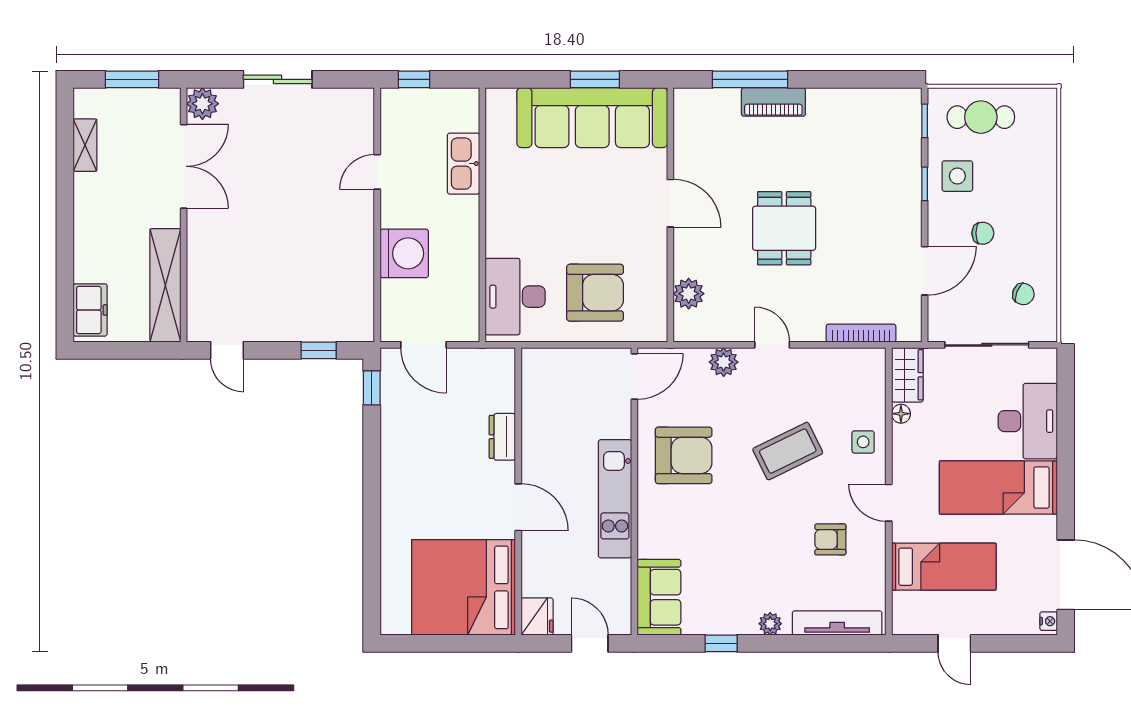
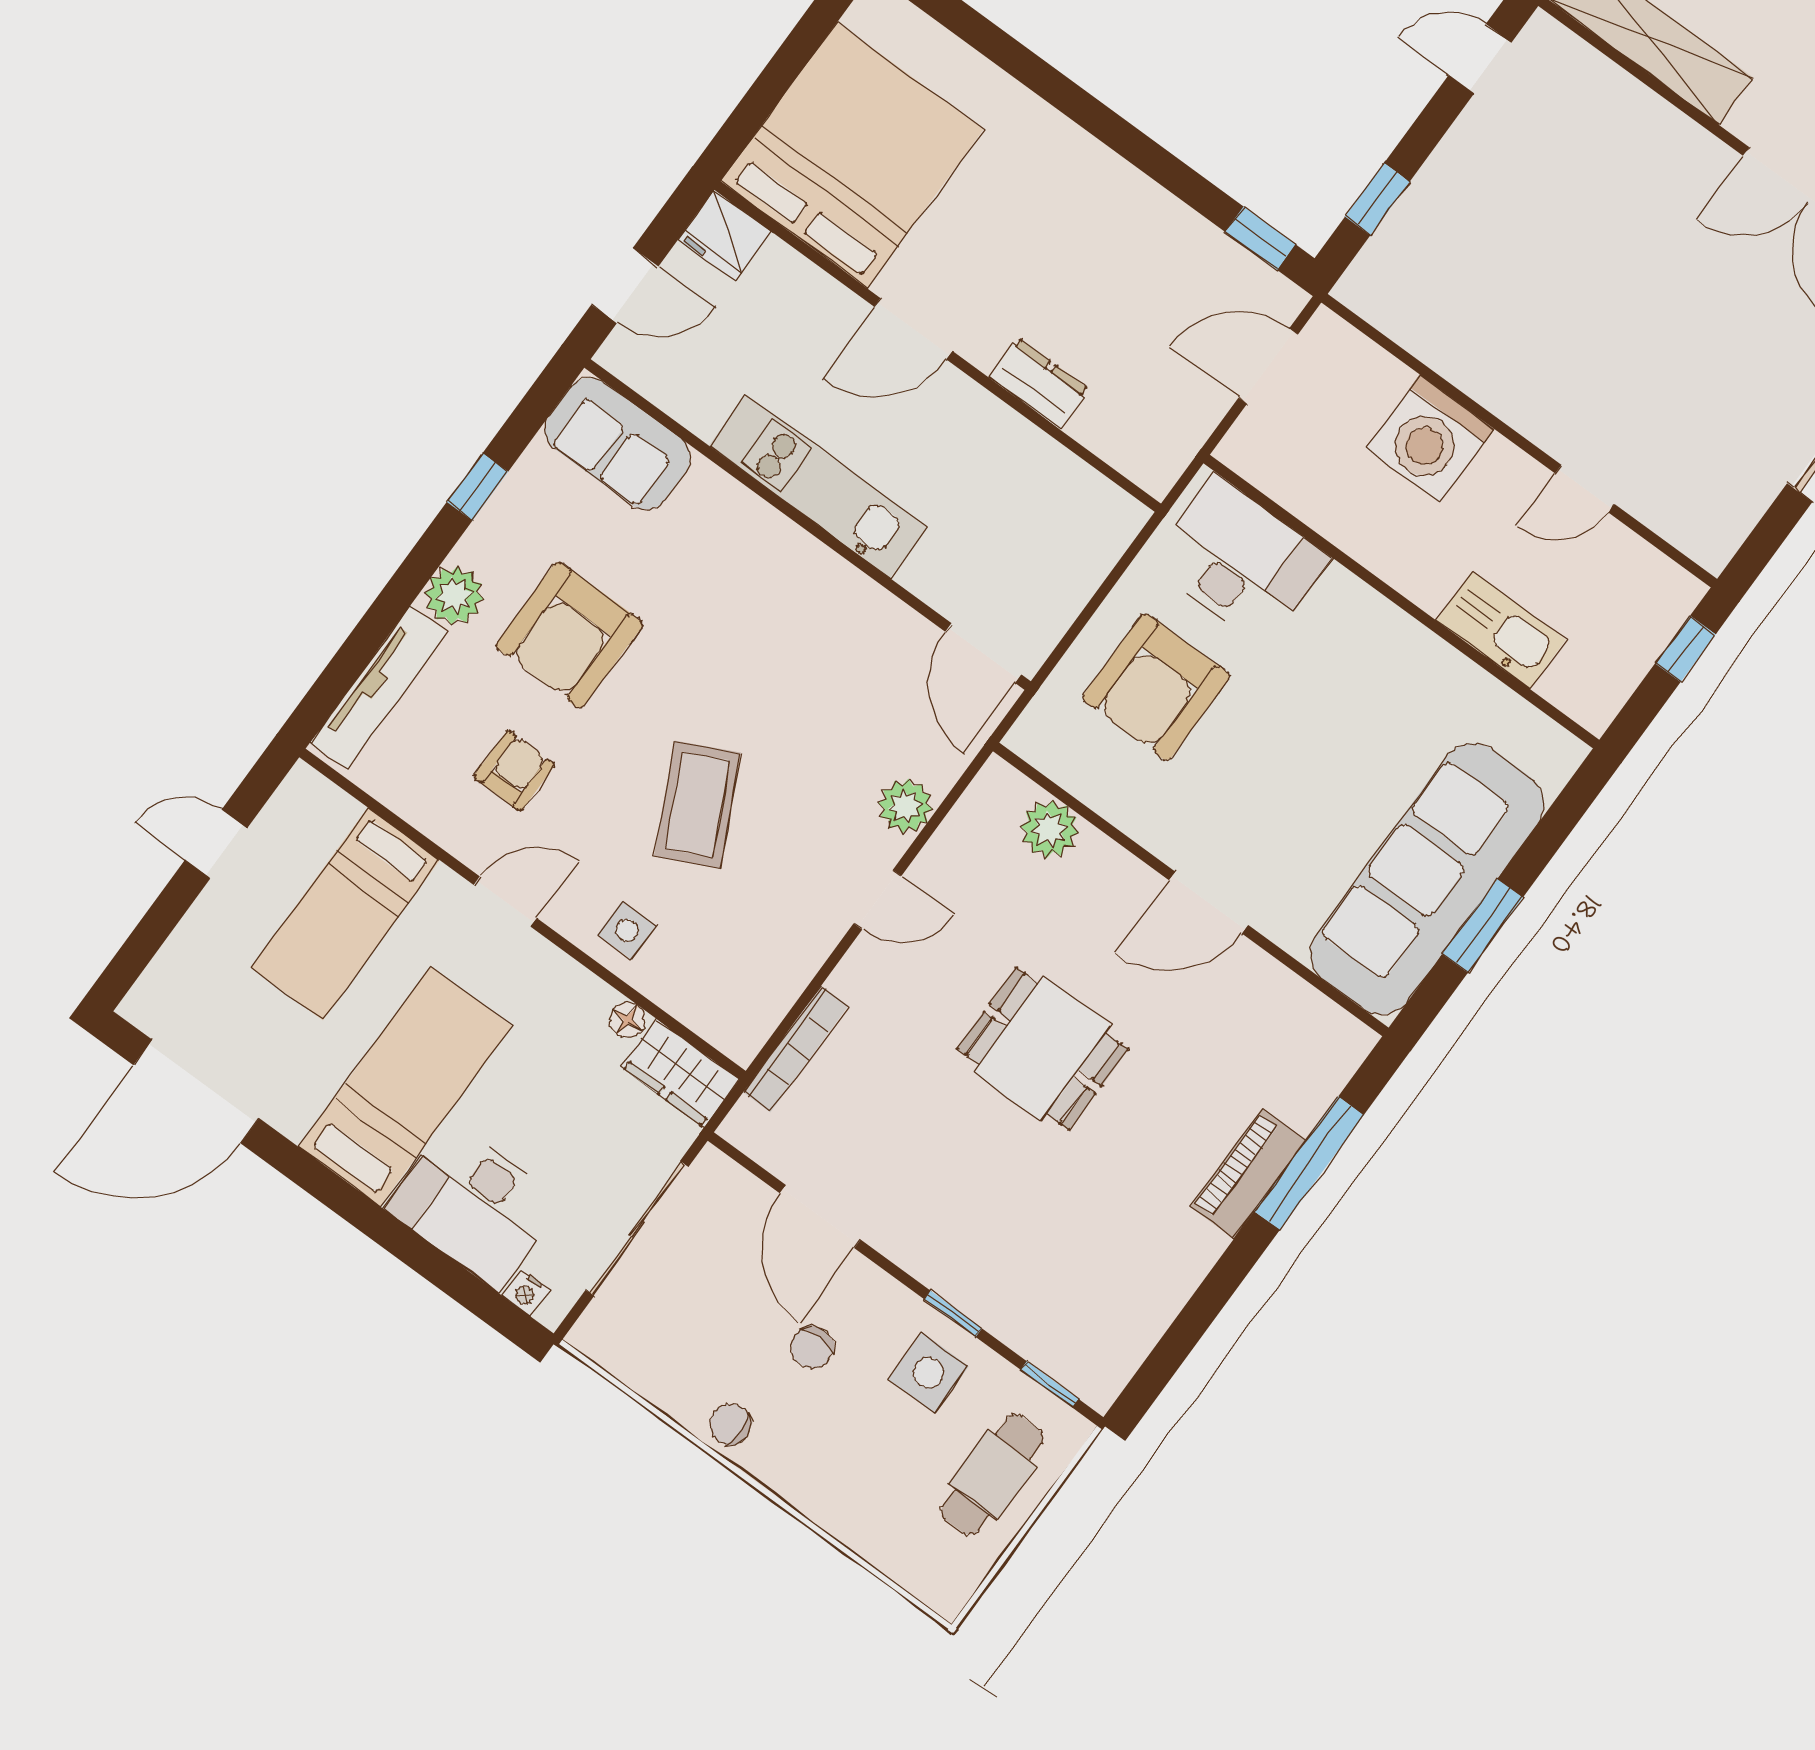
door: (377, 172) -> (1585, 489), swing flipped
chair: (1023, 294) -> (730, 1424), moved, turned 69
armchair: (684, 455) -> (569, 635), moved
nightstand: (1049, 621) -> (526, 1293), moved
plant: (770, 624) -> (454, 596), width x1.38, depth x1.38

